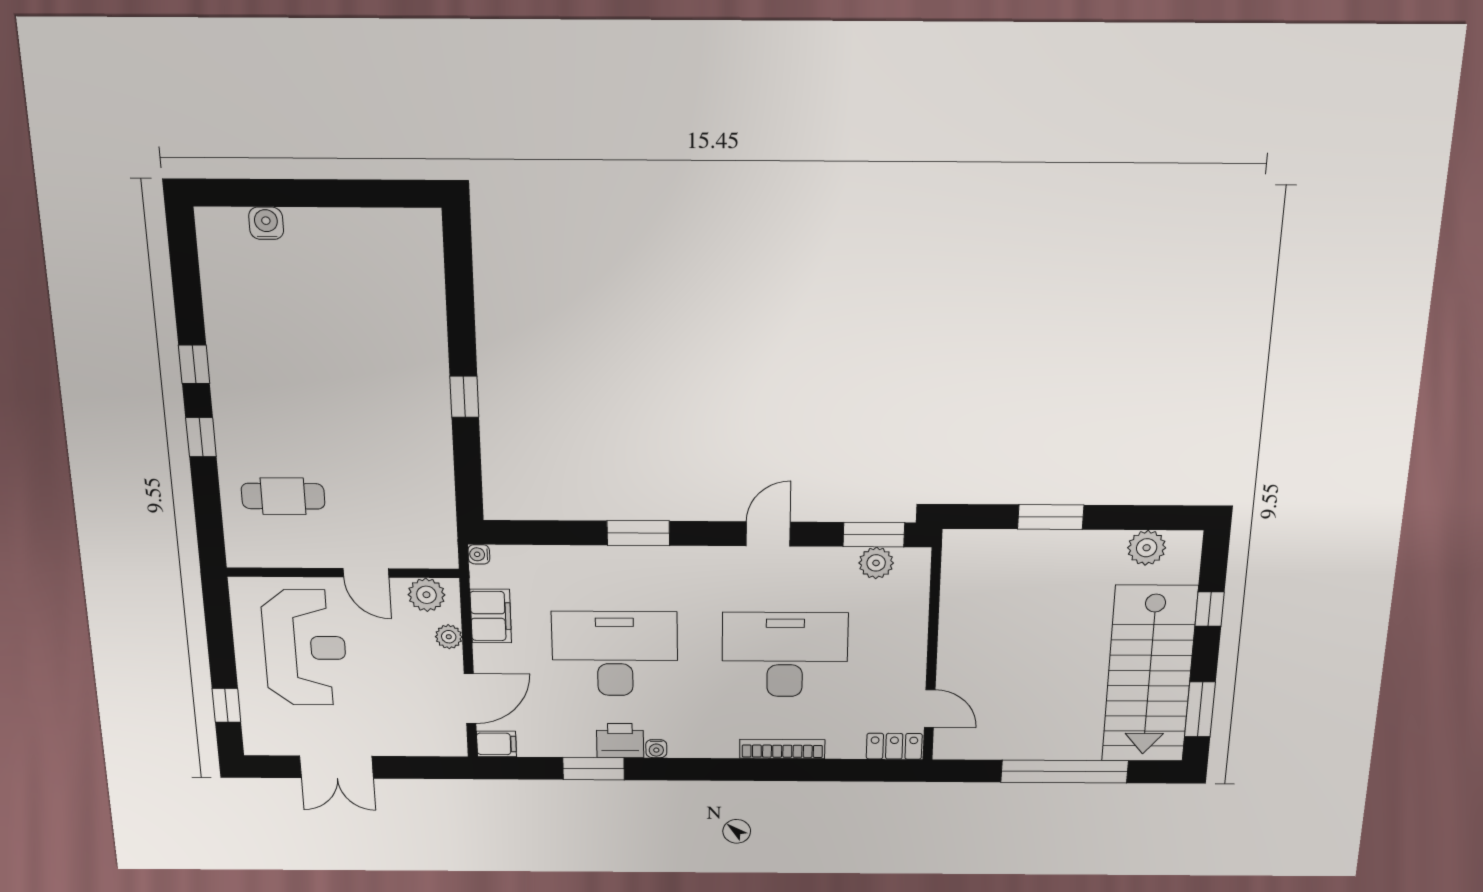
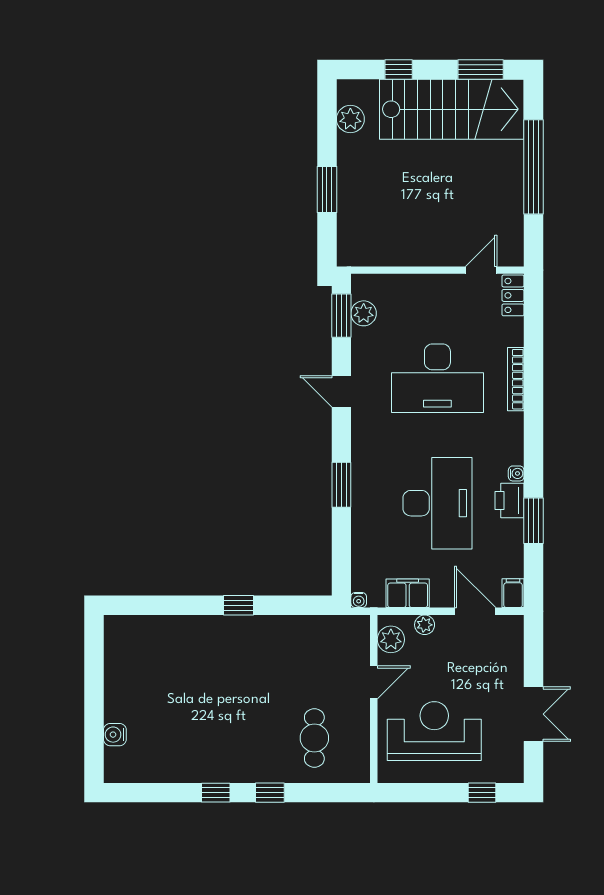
desk: (615, 654) -> (437, 503), turned 180
desk: (785, 655) -> (437, 378), turned -90

